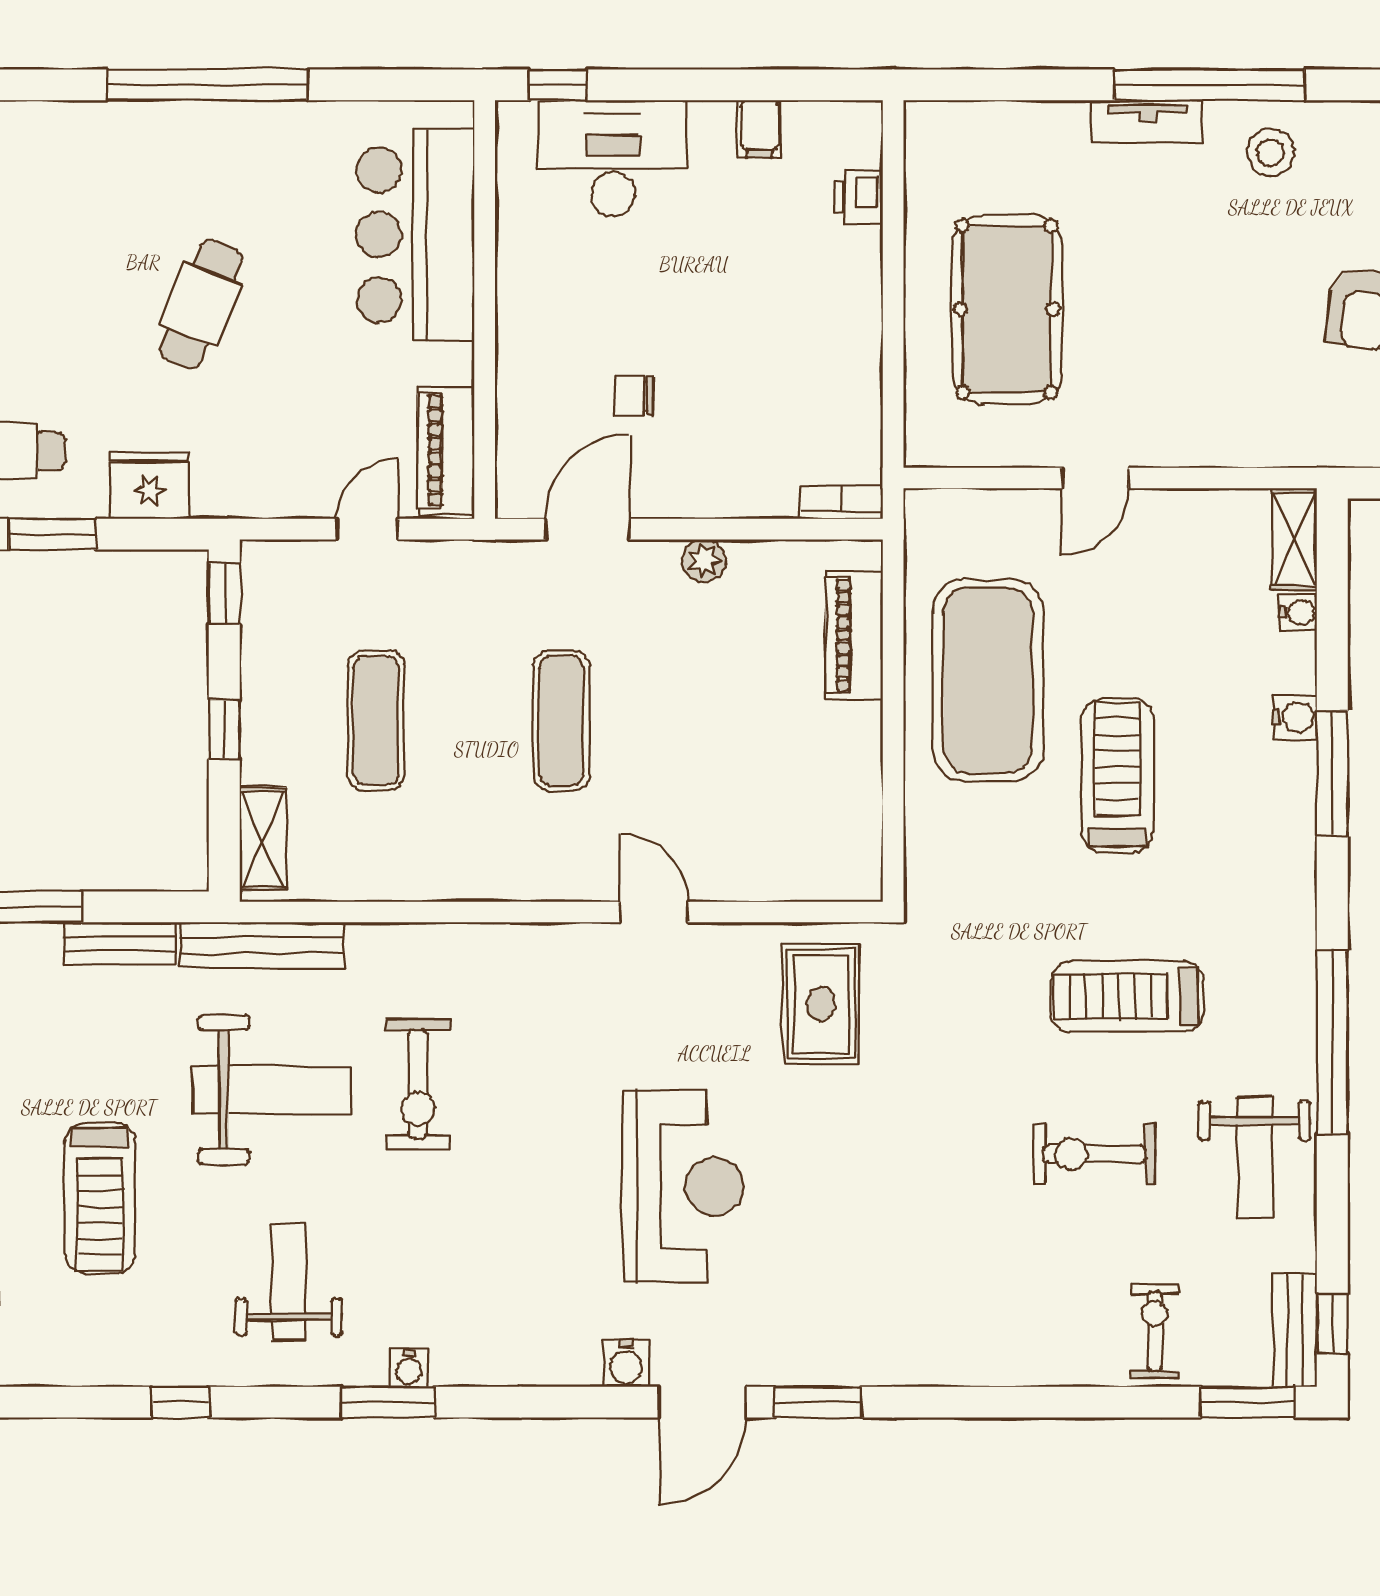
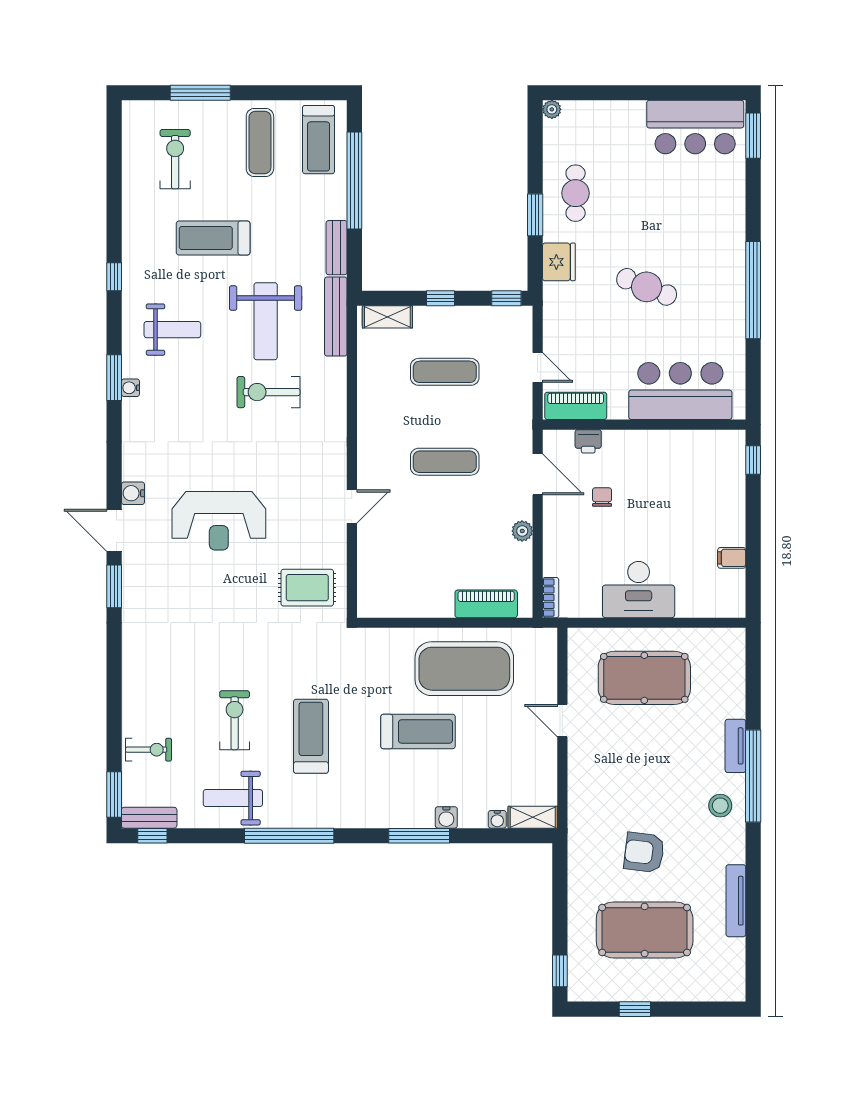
desk: (613, 158) -> (639, 590), moved, turned 90
printer: (859, 197) -> (588, 441), moved, turned 180

